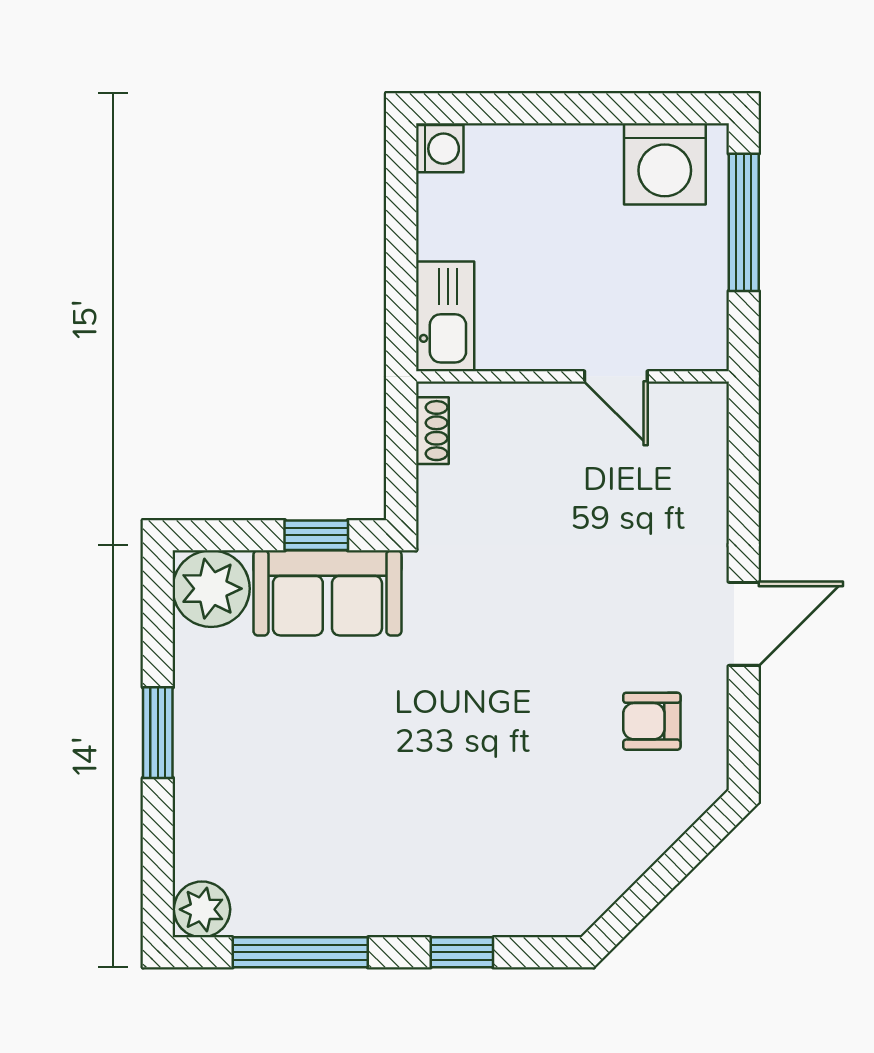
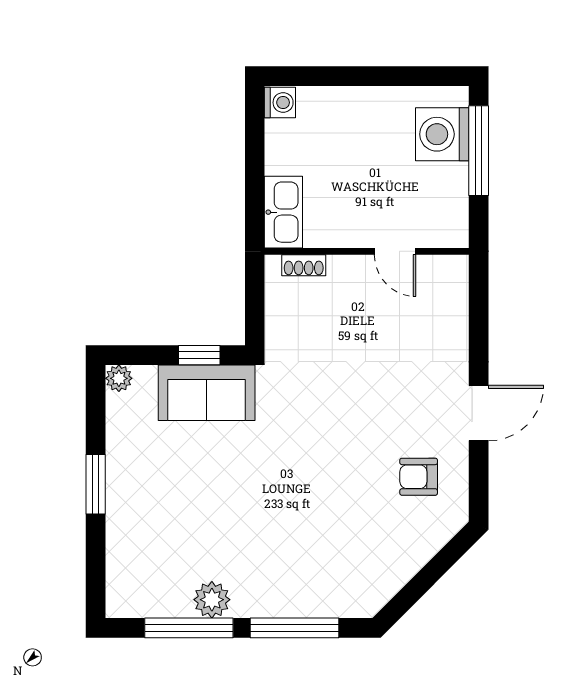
washing machine: (665, 164) -> (442, 134), moved, turned 90
shoe rack: (432, 431) -> (304, 265), moved, turned 90
plant: (211, 589) -> (119, 378), width x0.53, depth x0.53
plant: (202, 909) -> (212, 600), moved
window: (462, 952) -> (294, 628), width x2.17

